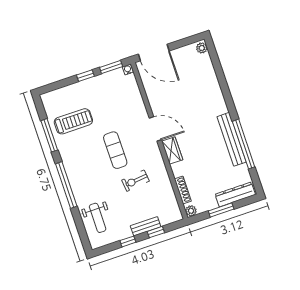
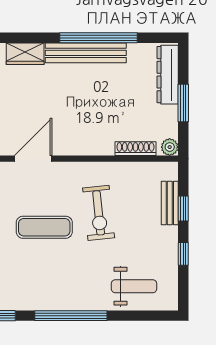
wardrobe: (172, 150) -> (25, 54), moved, turned 180
exercise bike: (135, 181) -> (99, 213), width x1.38, depth x1.39
bench: (146, 226) -> (170, 203), moved

